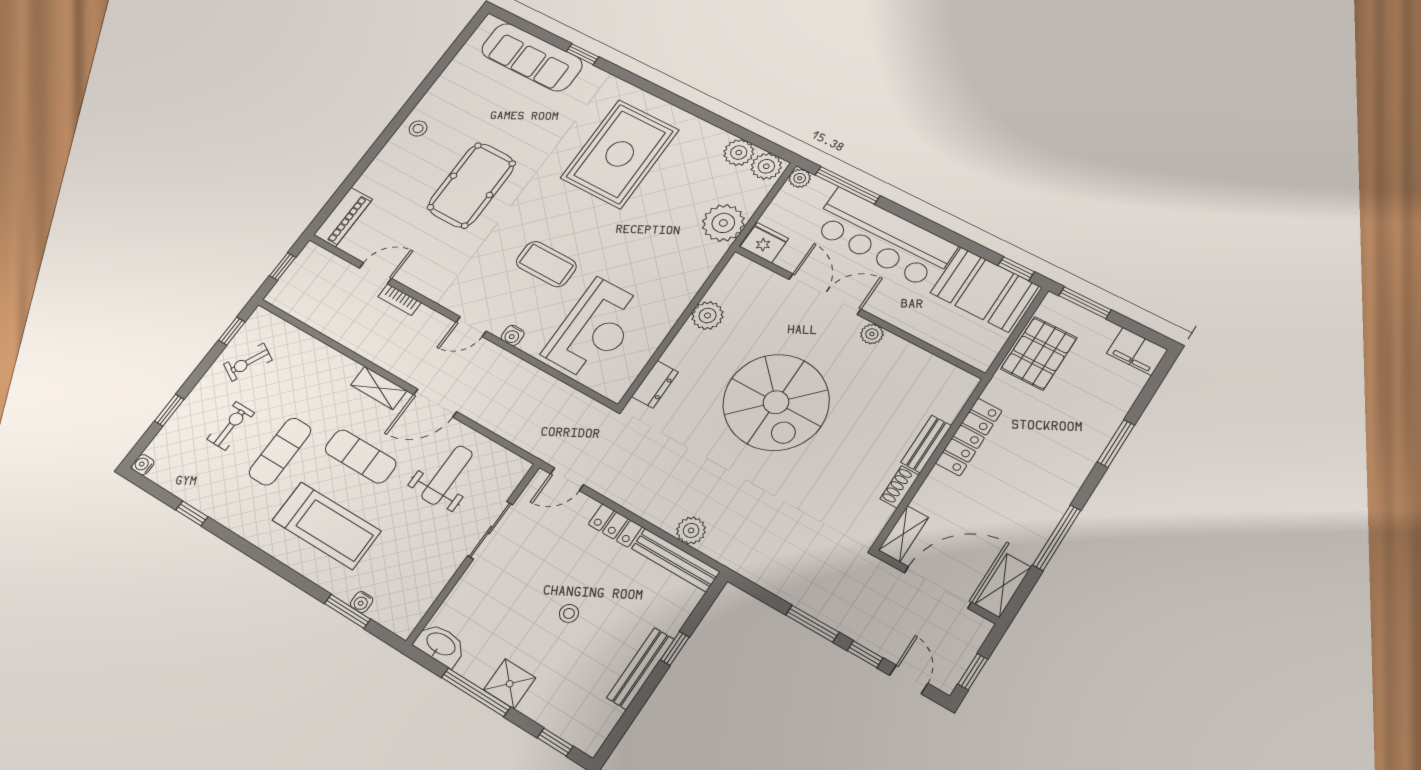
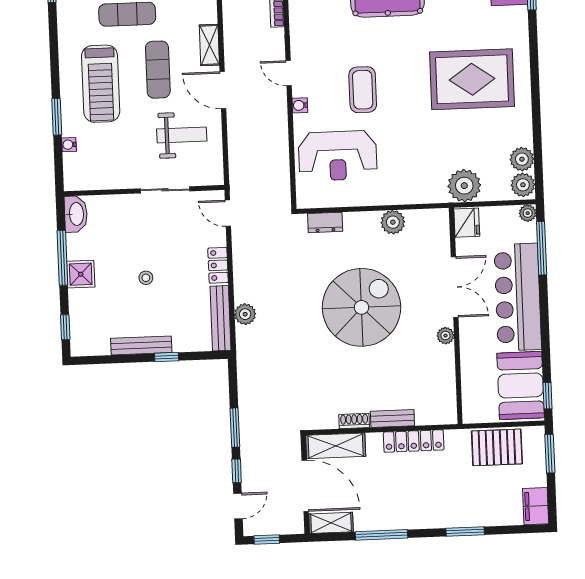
spiral stairs: (776, 402) -> (362, 307), turned 180
shelving: (903, 534) -> (336, 446), width x1.50, depth x1.33
window: (347, 611) -> (57, 117), moved

